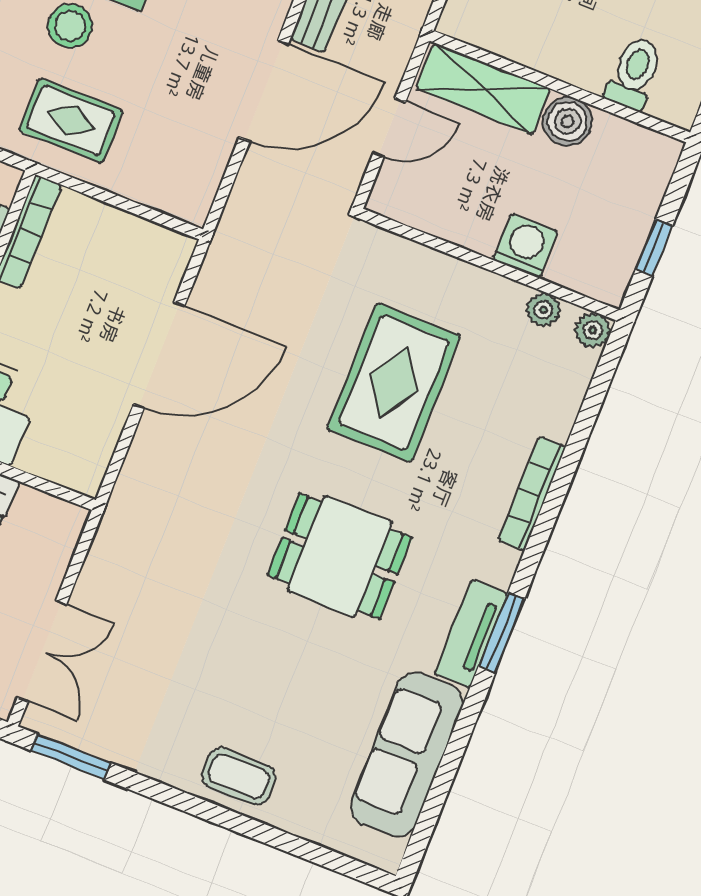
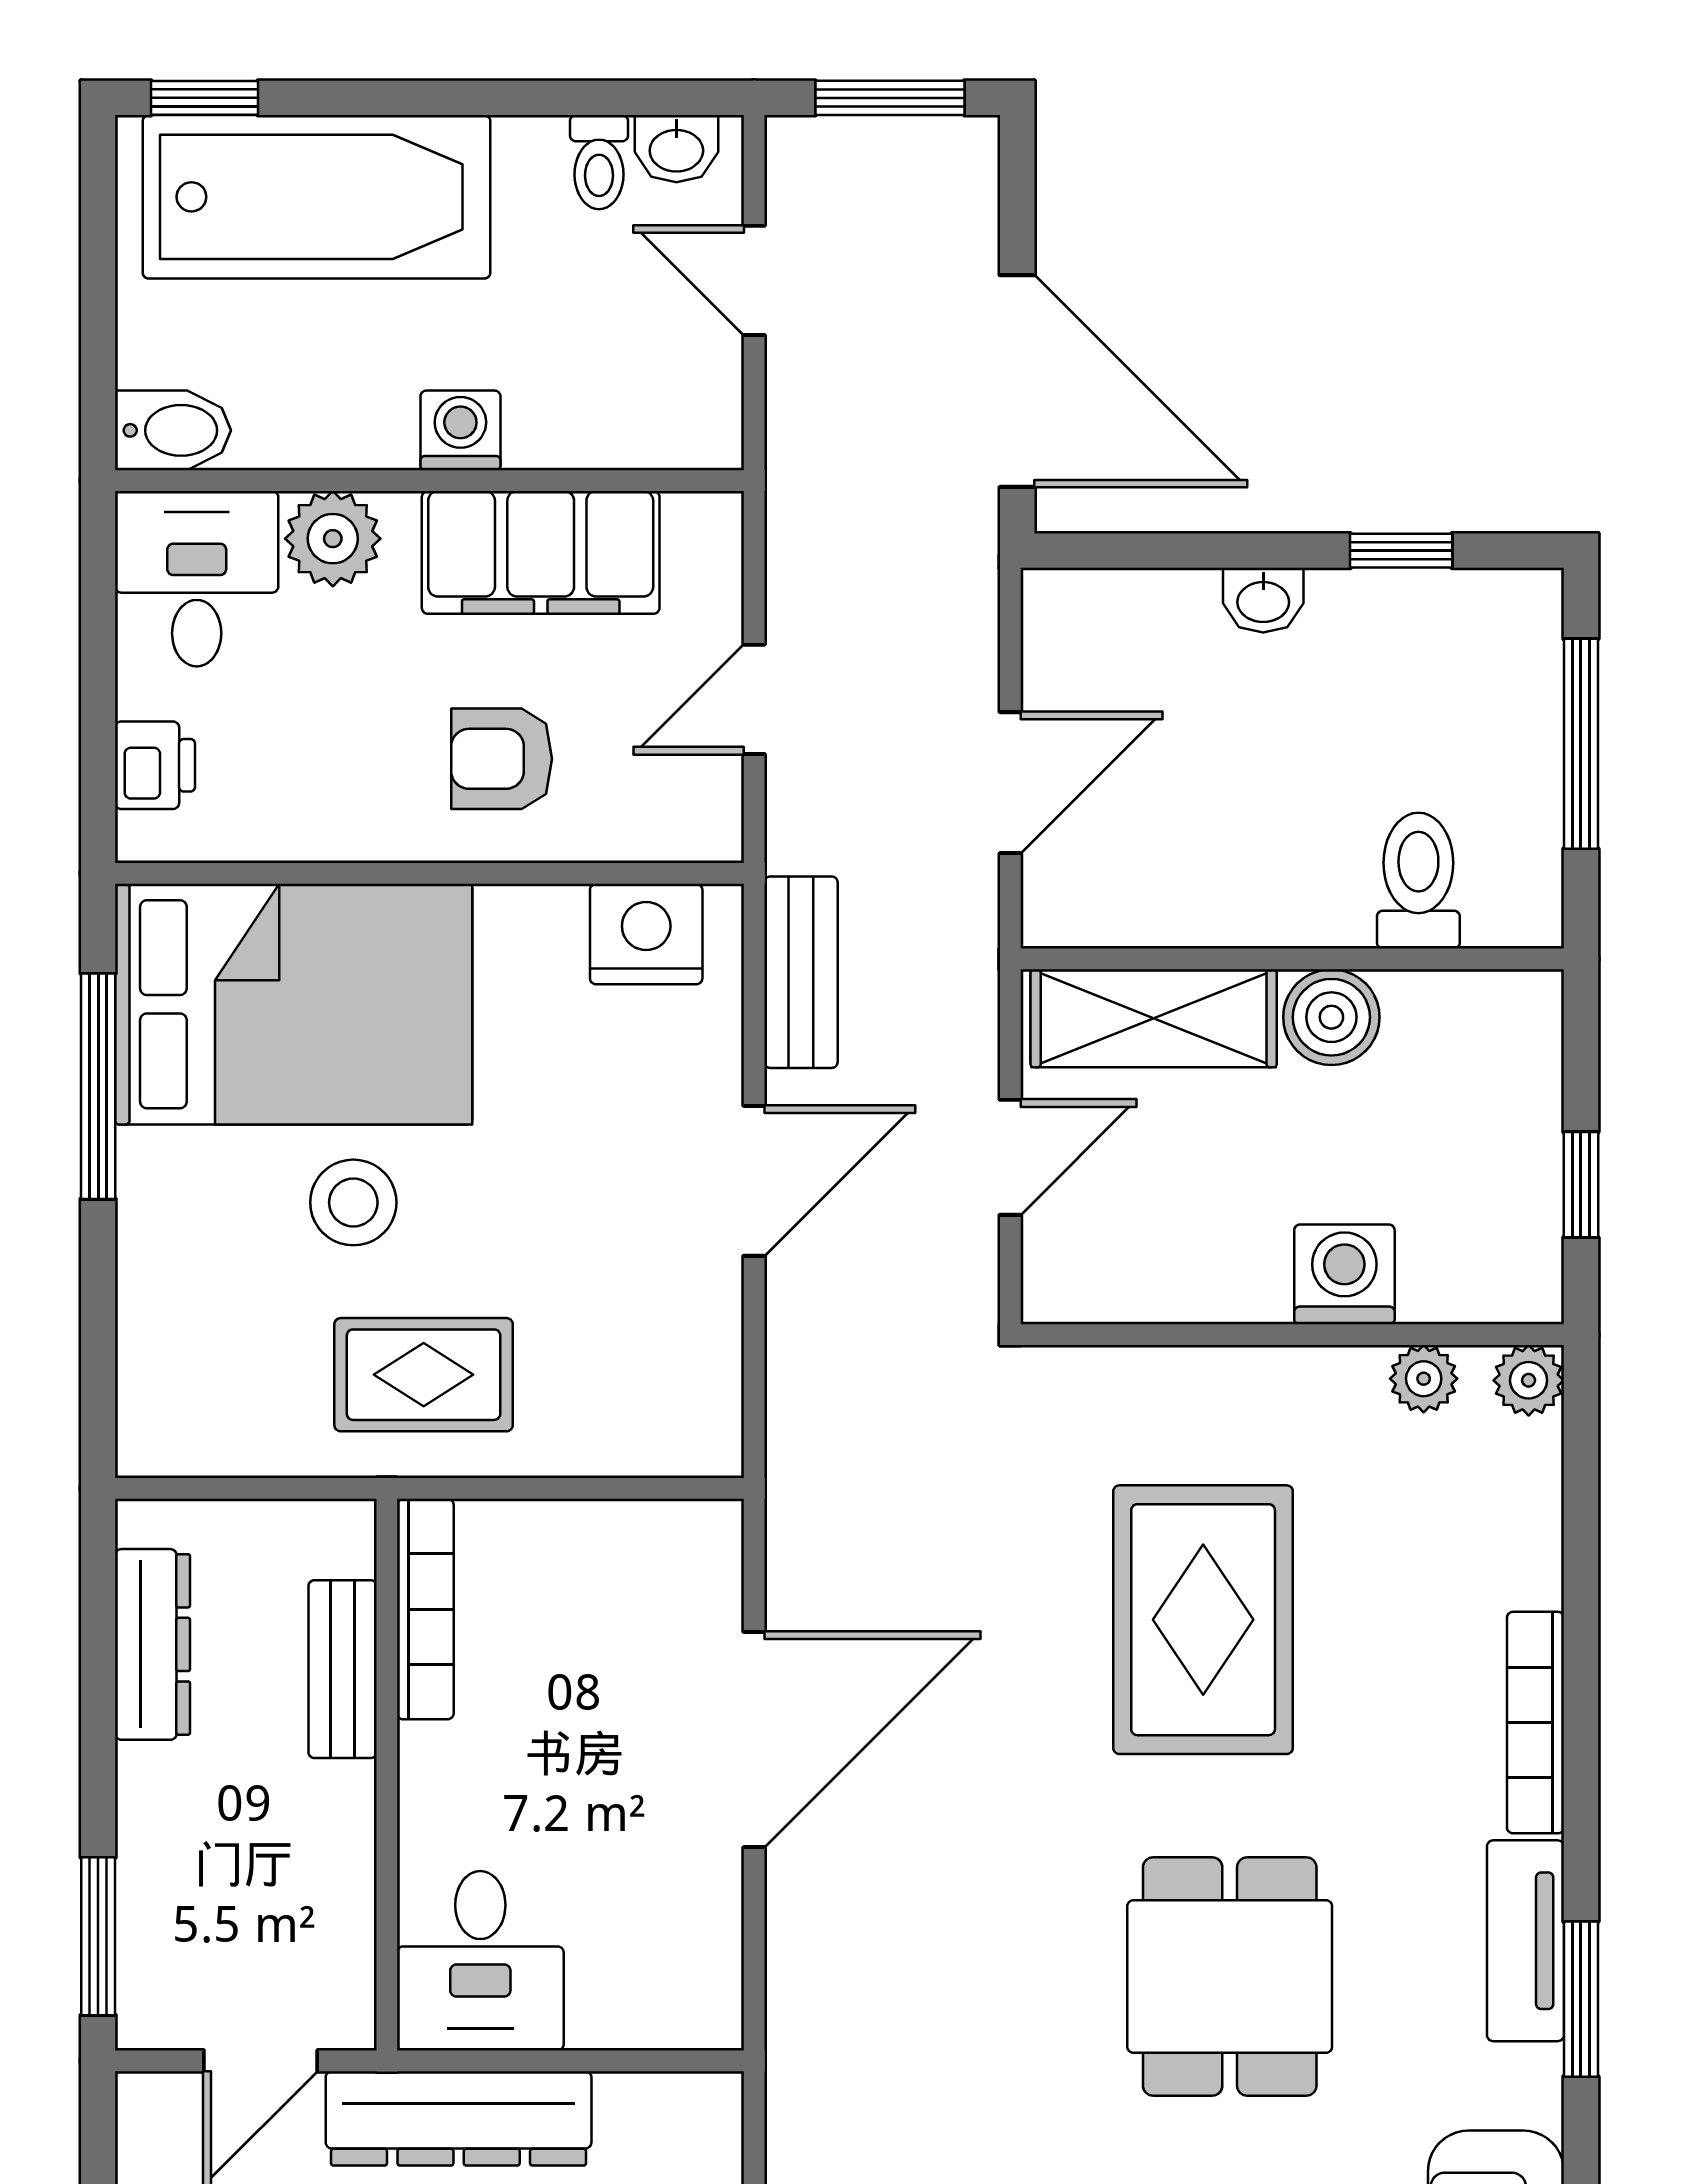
door: (264, 91) -> (754, 1181), width x0.73
dining table: (340, 556) -> (1230, 1976), turned 90
tv unit: (471, 634) -> (1525, 1941), moved

